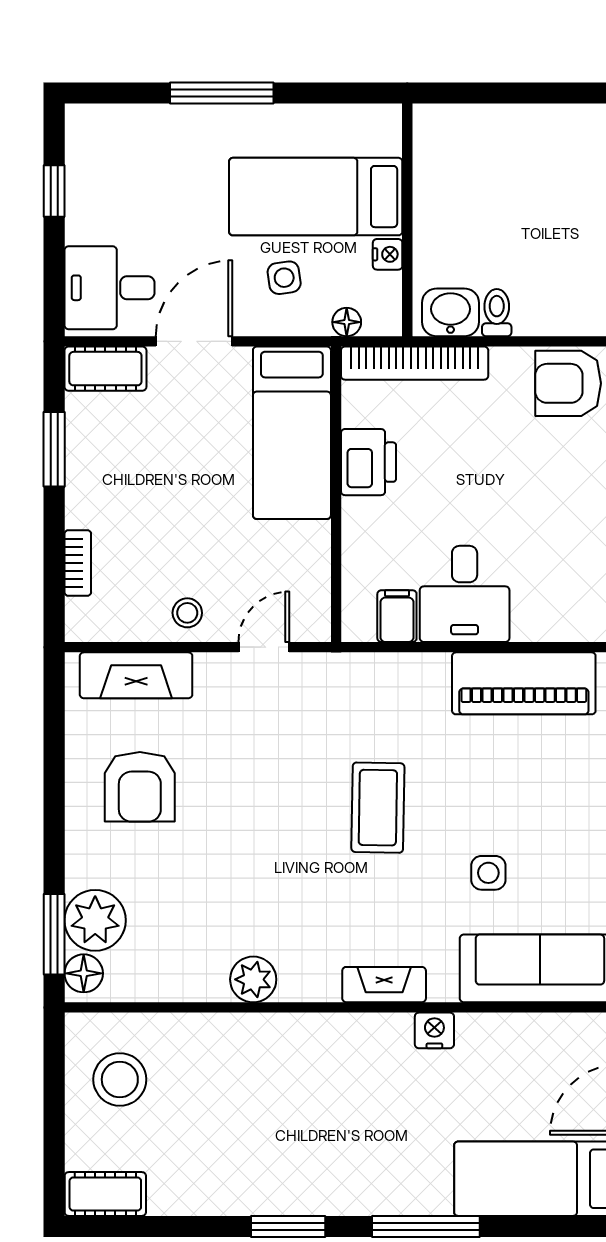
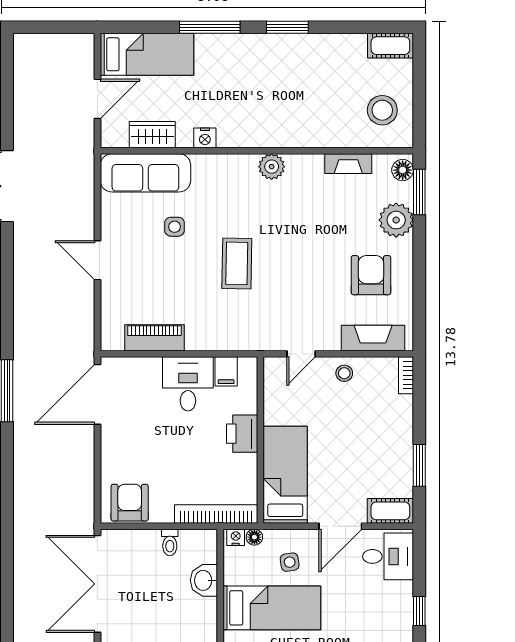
nightstand: (388, 254) -> (236, 537), moved, turned 90
washbasin: (451, 312) -> (204, 580), moved, turned 90
armchair: (568, 383) -> (130, 503), turned -90
printer: (369, 462) -> (242, 434), moved
bookcase: (78, 563) -> (406, 375), moved
piano: (524, 683) -> (155, 338), width x0.73, depth x0.75
plant: (95, 920) -> (396, 220), moved
plant: (253, 979) -> (272, 167), moved
fireplace: (384, 985) -> (348, 164), moved
wardrobe: (528, 1036) -> (152, 135), added

